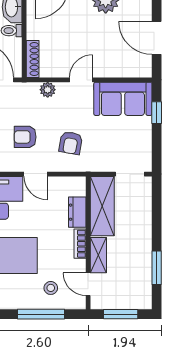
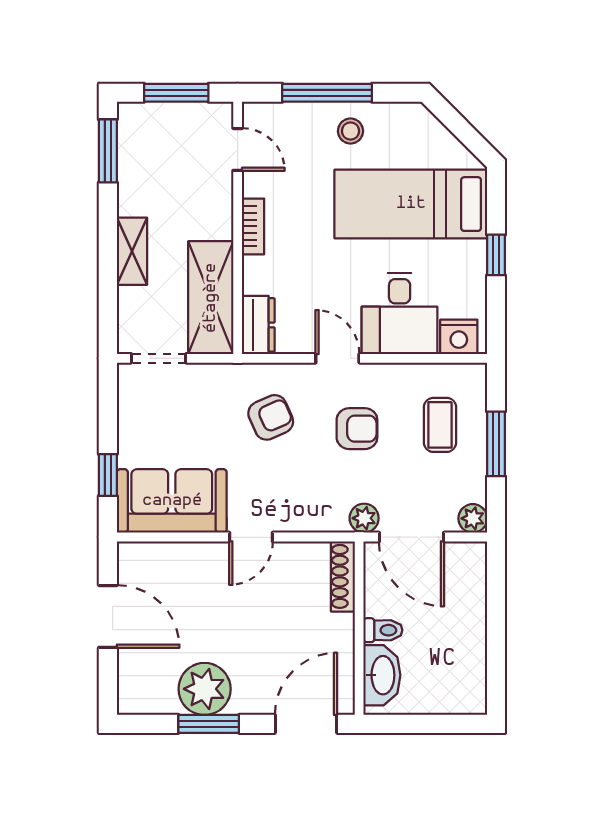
plant: (48, 90) -> (364, 518), moved
armchair: (71, 143) -> (271, 417), turned 56
dresser: (77, 212) -> (258, 325), moved
shelving: (98, 255) -> (132, 251), moved
window: (157, 268) -> (108, 151), moved
stool: (51, 288) -> (350, 131), moved

